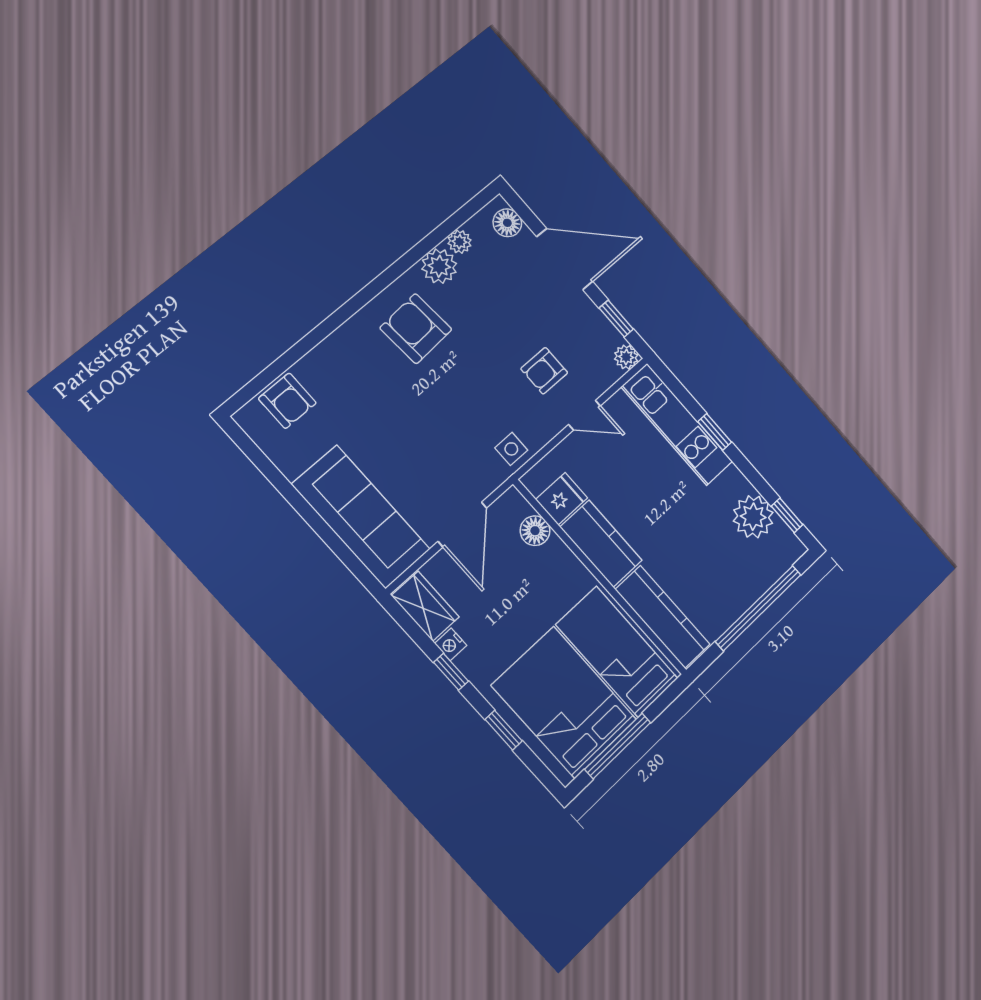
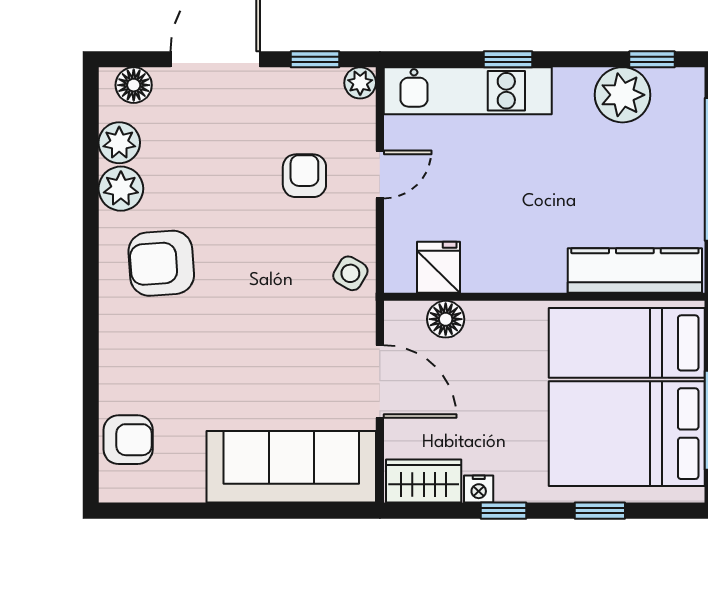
plant: (459, 242) -> (119, 143), width x1.38, depth x1.38
armchair: (544, 371) -> (304, 176), turned 180
side table: (511, 449) -> (350, 273), turned 30
kitchen counter: (601, 544) -> (514, 267), removed

